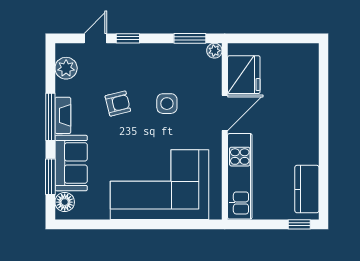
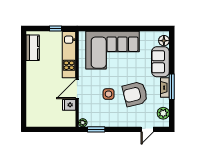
window: (128, 38) -> (130, 129), removed
fridge: (244, 75) -> (69, 105), width x0.53, depth x0.75
armchair: (118, 104) -> (135, 94), width x1.88, depth x1.88
window: (50, 177) -> (172, 54), removed
window: (299, 224) -> (55, 29), moved

